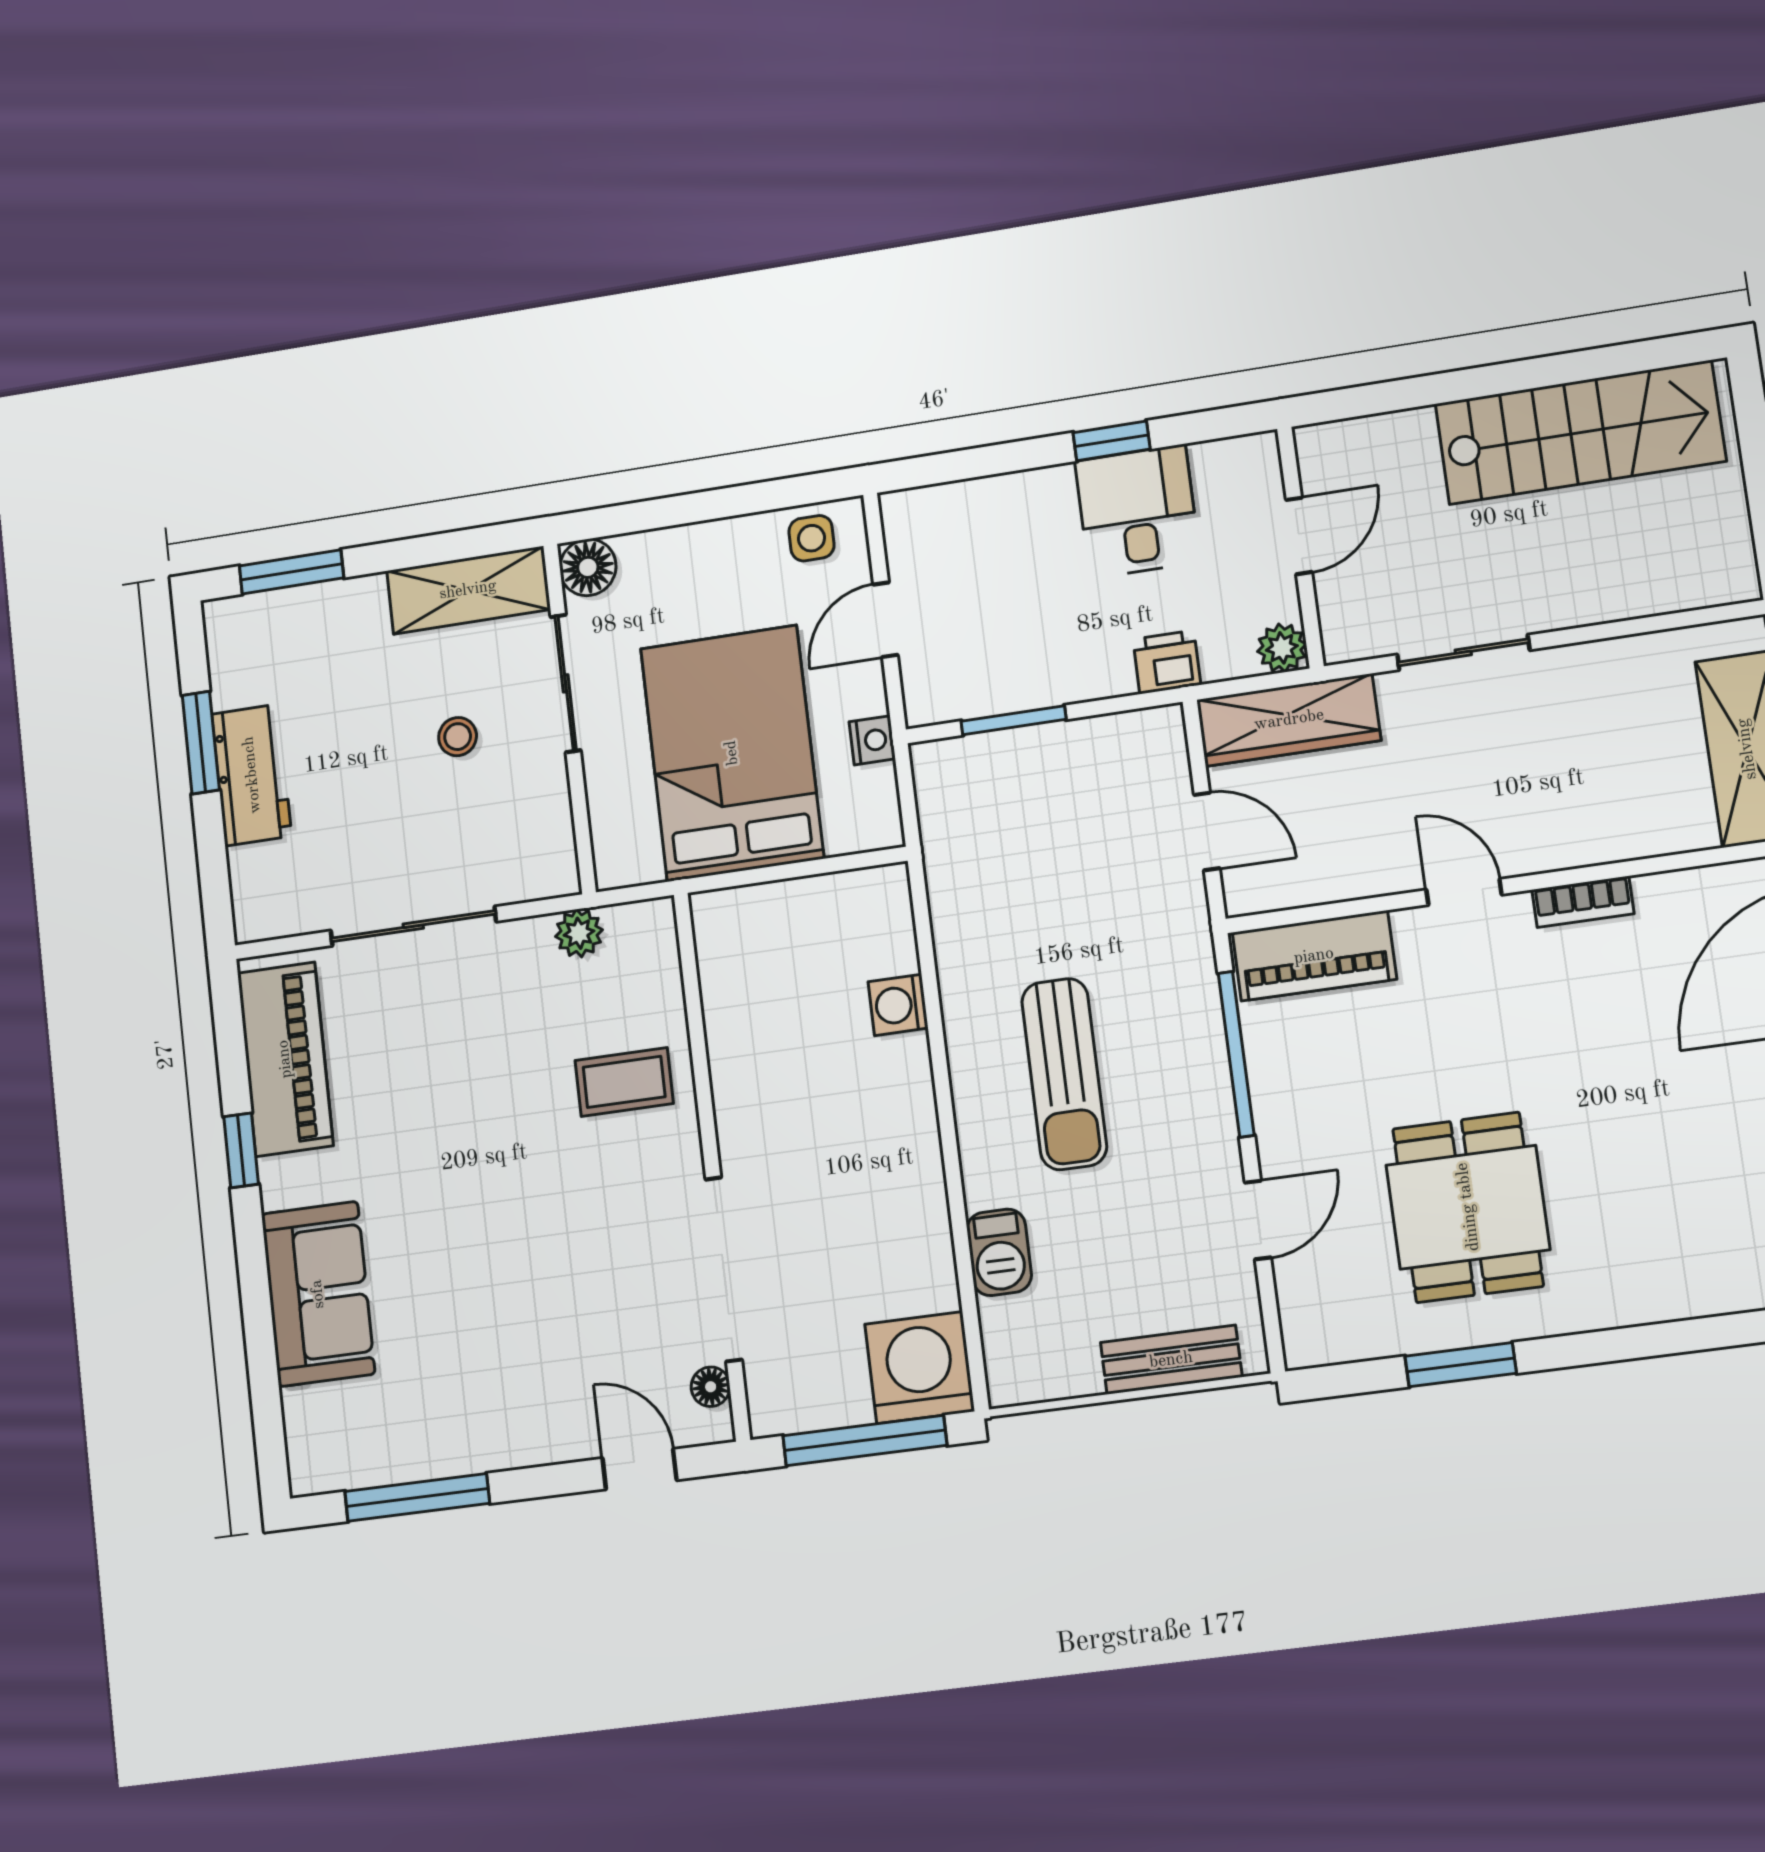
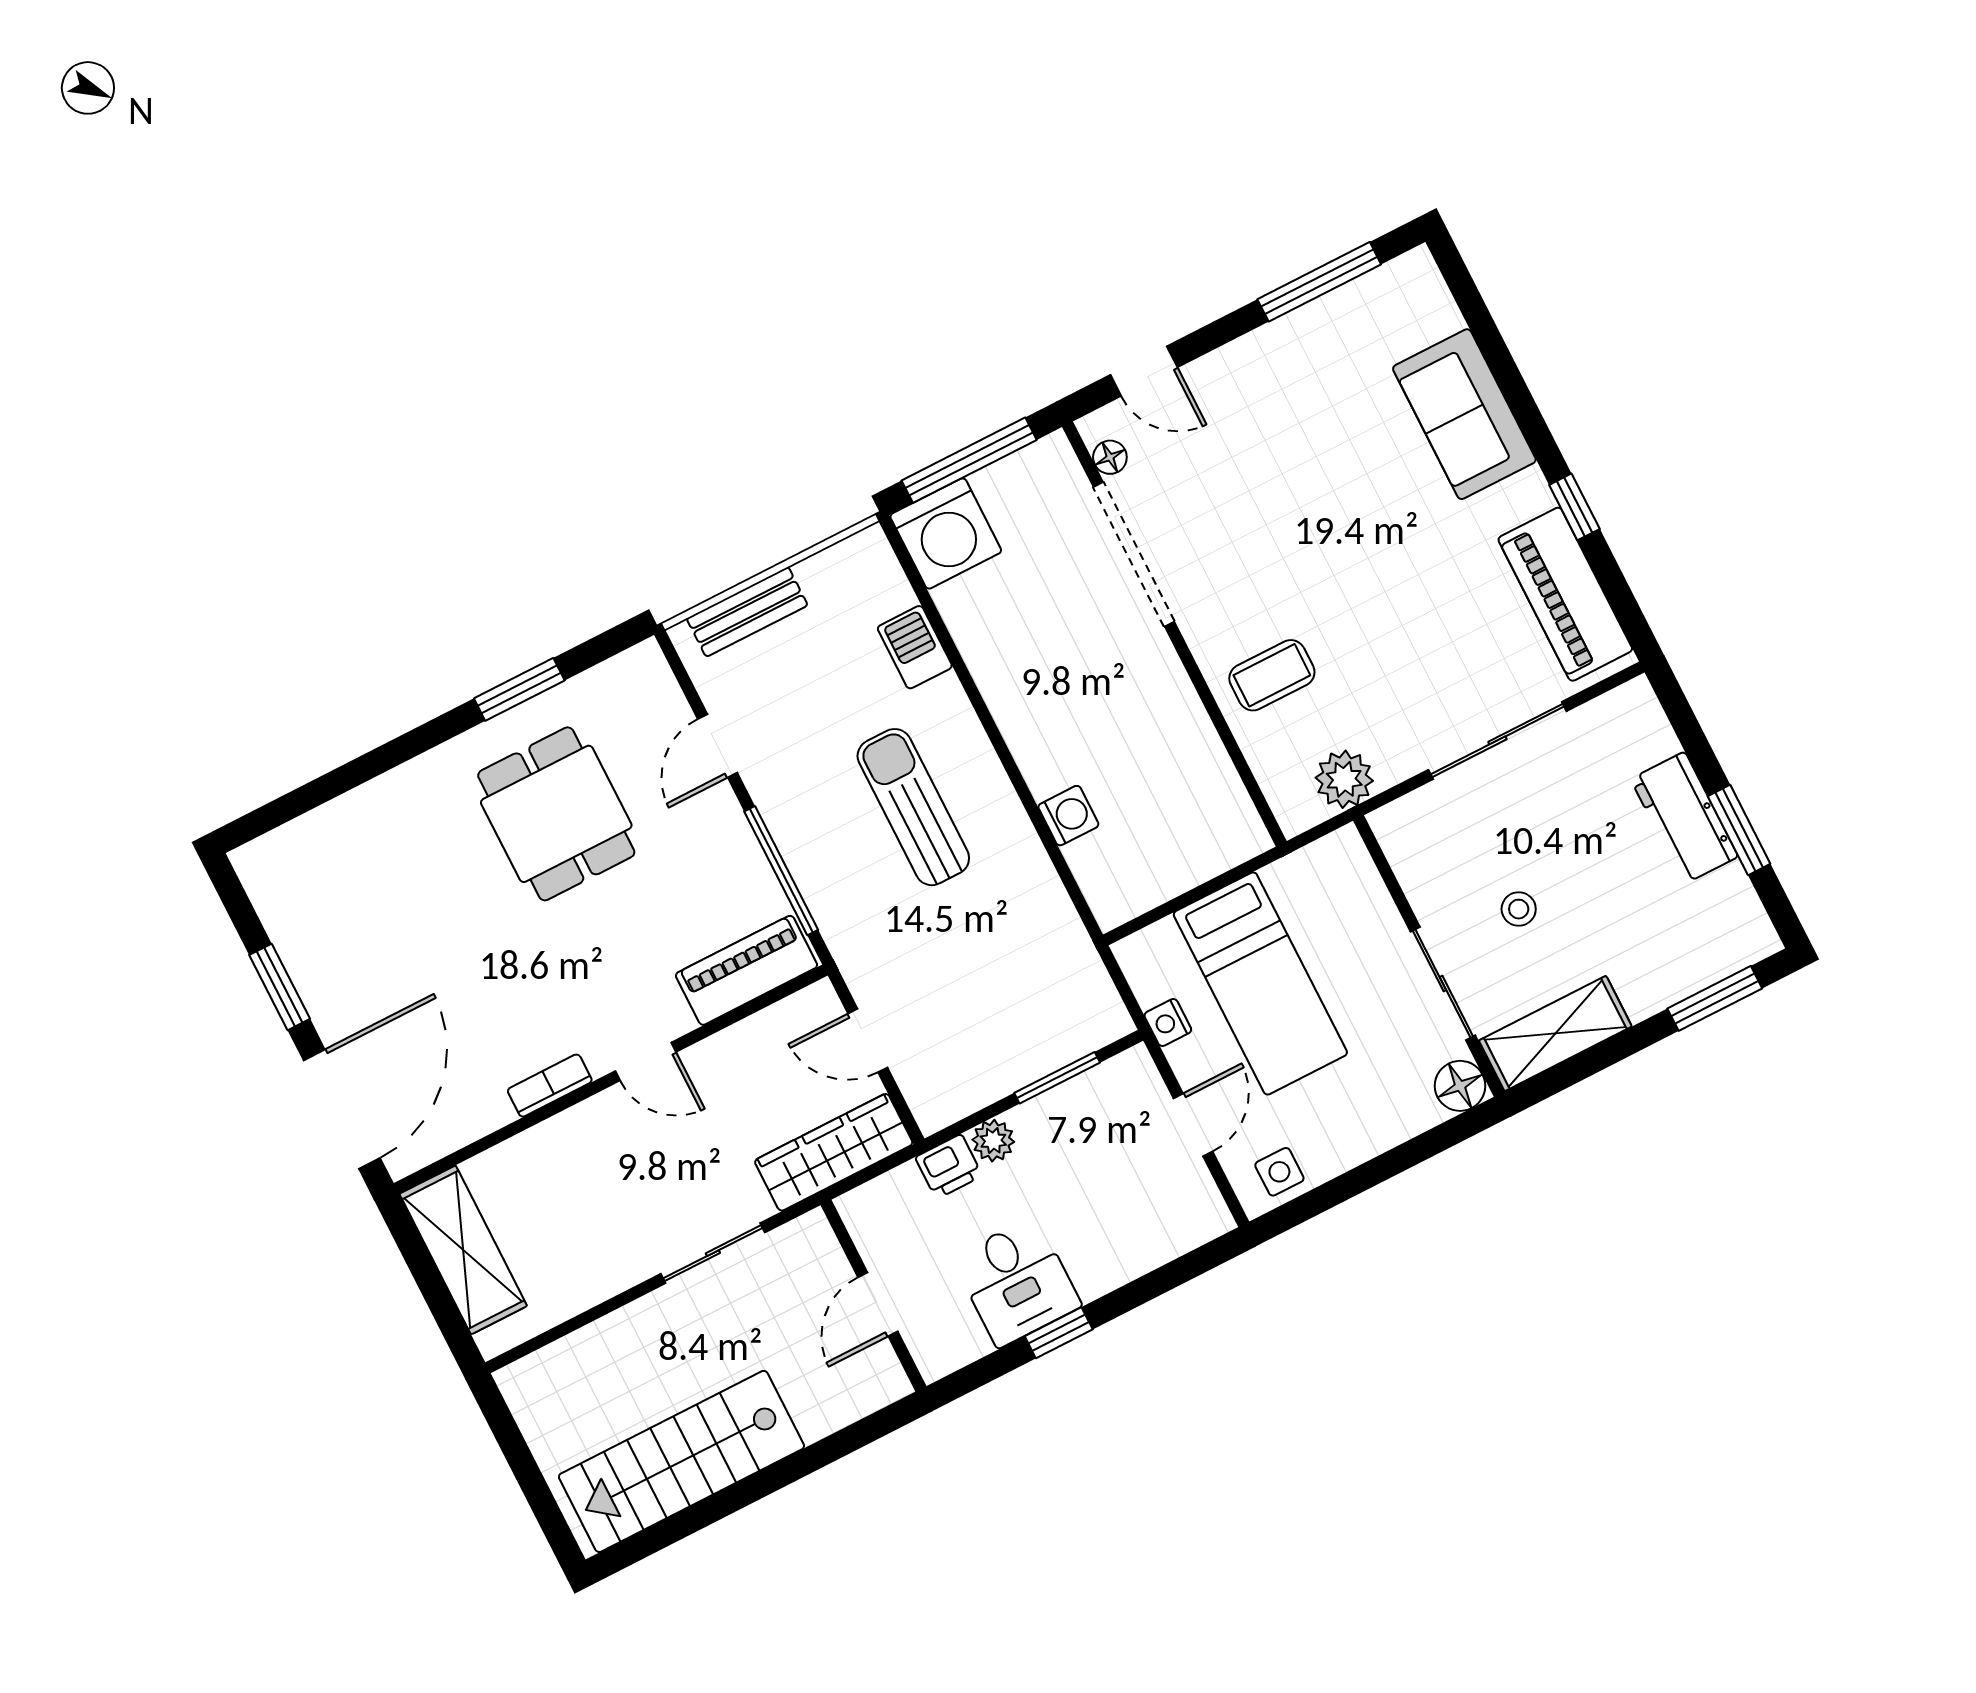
plant: (1282, 648) -> (993, 1141), moved
bed: (732, 753) -> (1260, 983), width x0.67
plant: (579, 933) -> (1344, 779), width x1.38, depth x1.38

